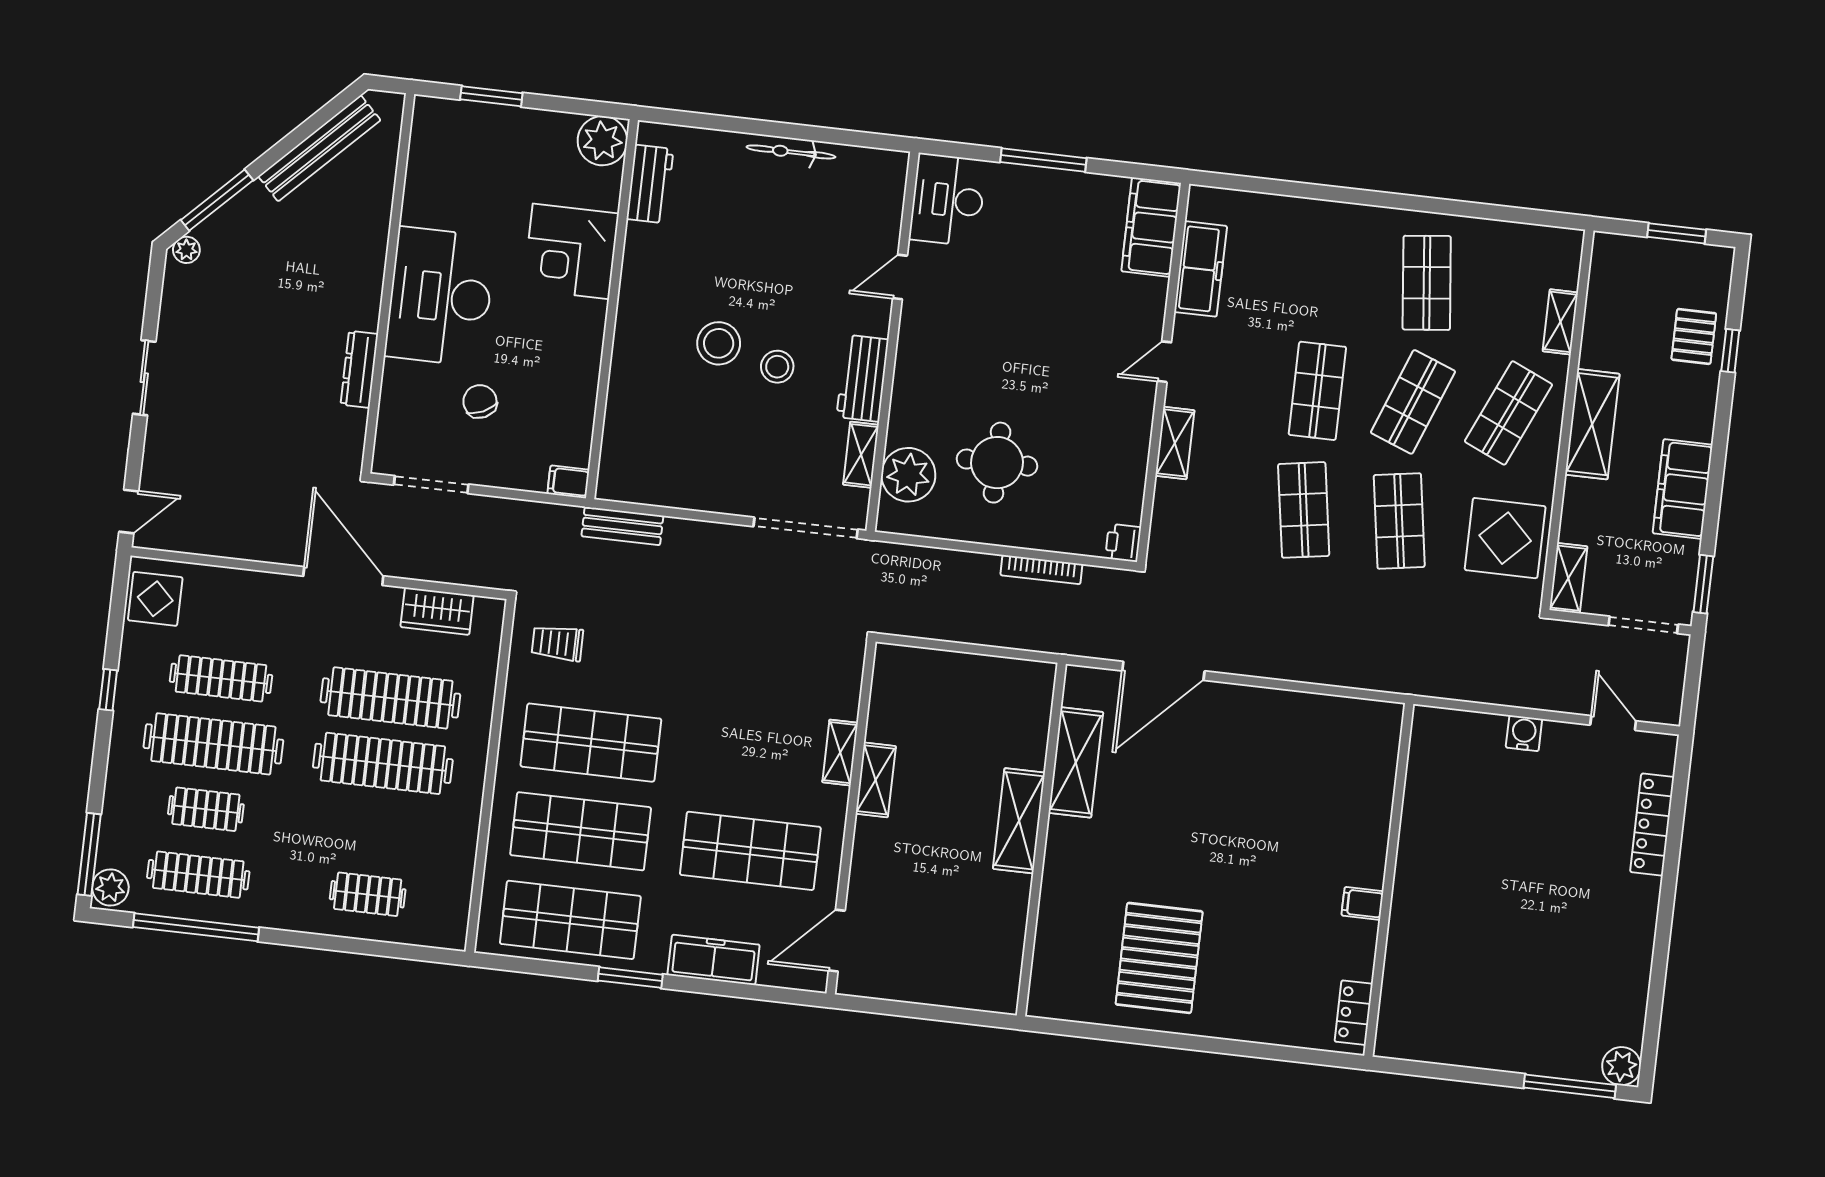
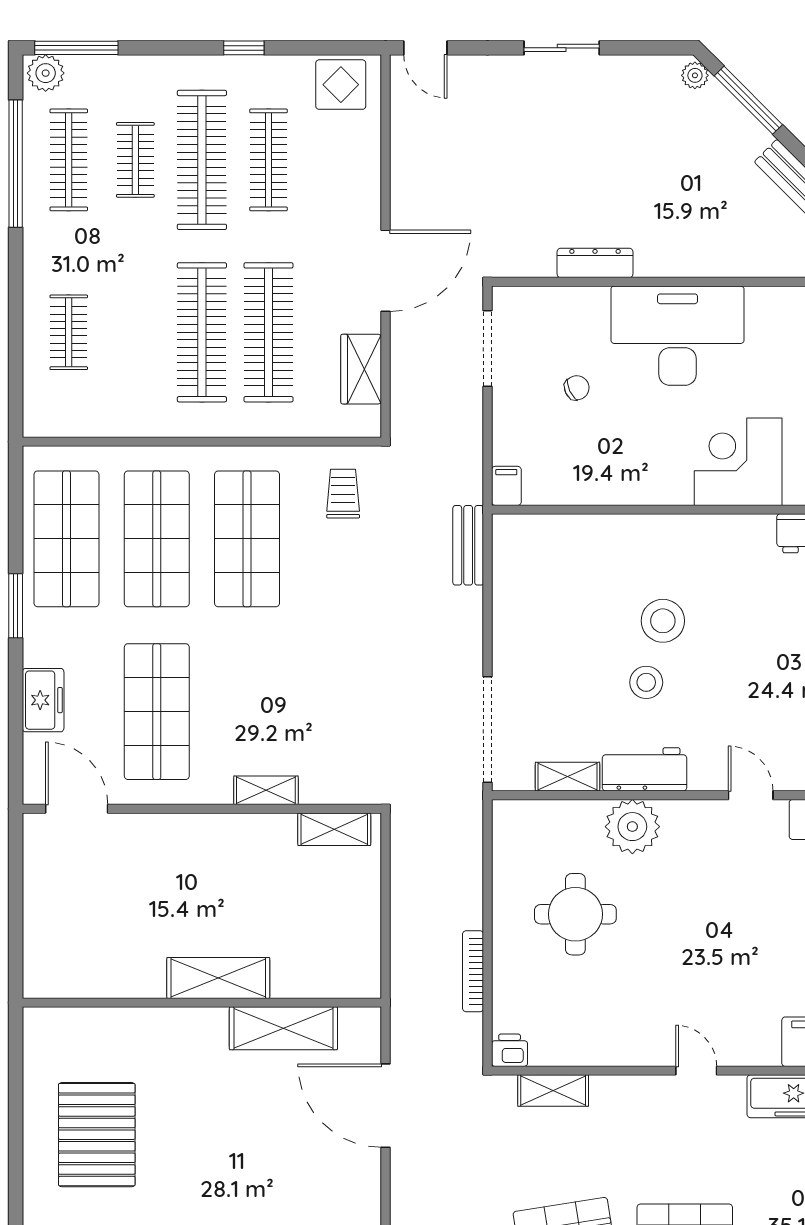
chair: (480, 401) -> (577, 388), width x0.73, depth x0.73
shelving: (1175, 443) -> (553, 1091), moved
plant: (908, 475) -> (632, 827), moved
shelving: (876, 780) -> (334, 829), moved
pallet: (1159, 958) -> (97, 1135), turned 90
freezer: (714, 960) -> (43, 700), width x0.71

